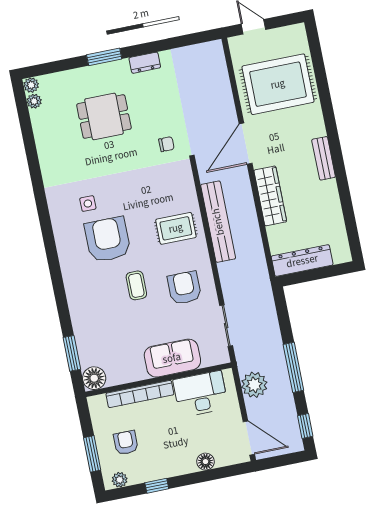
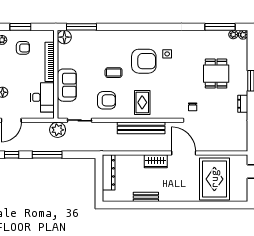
window: (26, 125) -> (220, 27), added
bench: (324, 158) -> (146, 197), moved
wardrobe: (270, 196) -> (156, 161), width x0.67
window: (72, 353) -> (81, 27), width x1.44
plant: (254, 385) -> (58, 130), moved

